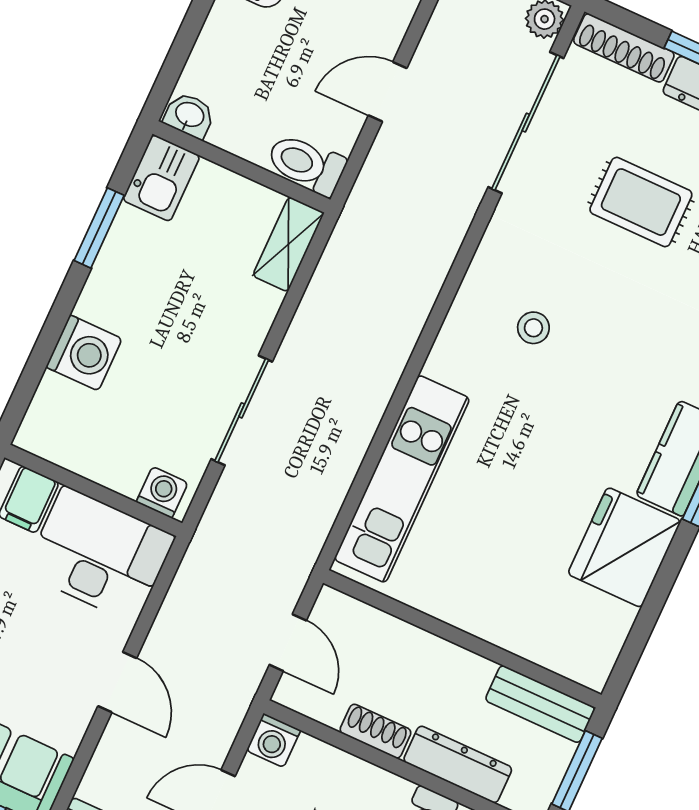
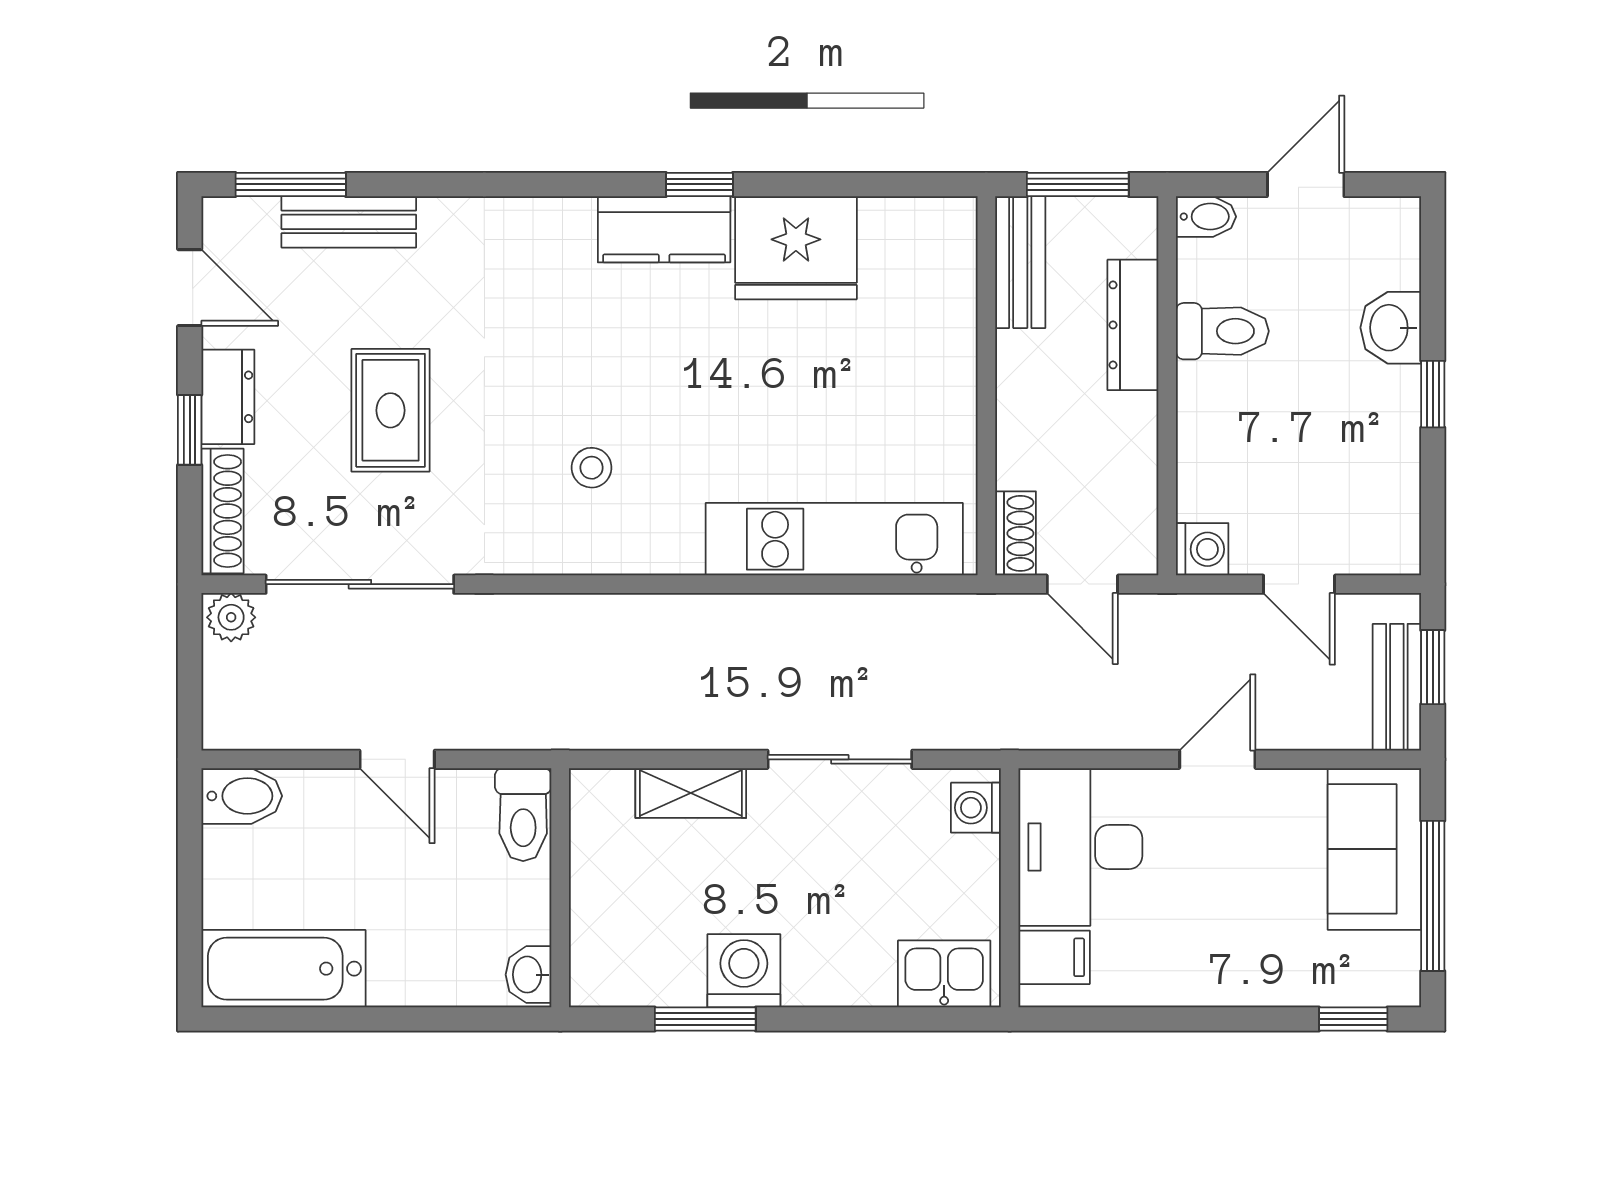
kitchen sink: (161, 178) -> (944, 974), moved
shelving: (288, 244) -> (691, 793), moved
washing machine: (84, 353) -> (744, 971), moved
door: (288, 643) -> (1082, 584), swing flipped
shoe rack: (375, 731) -> (1015, 533), moved, turned 180

